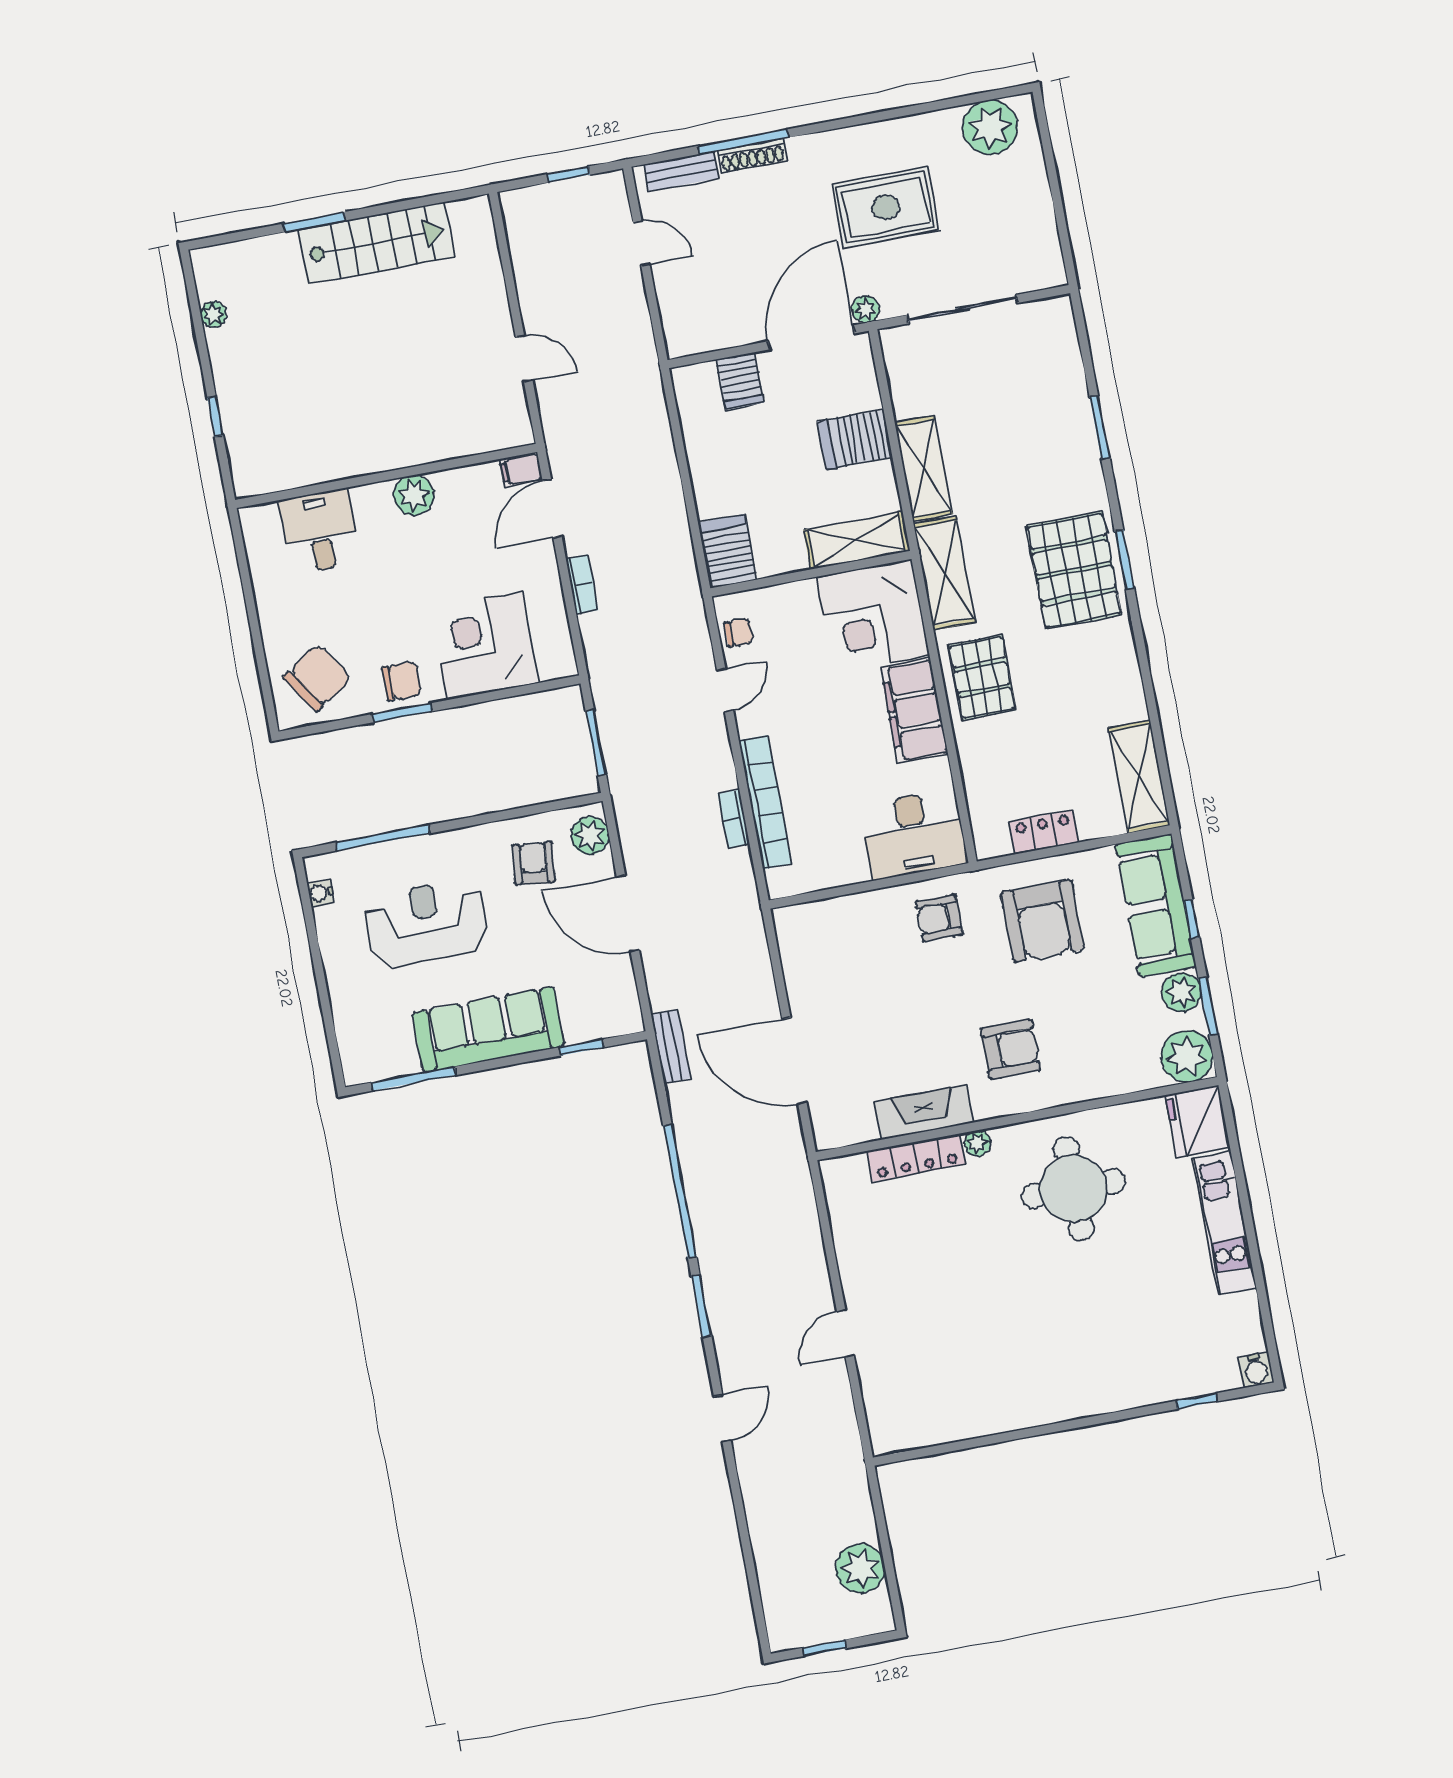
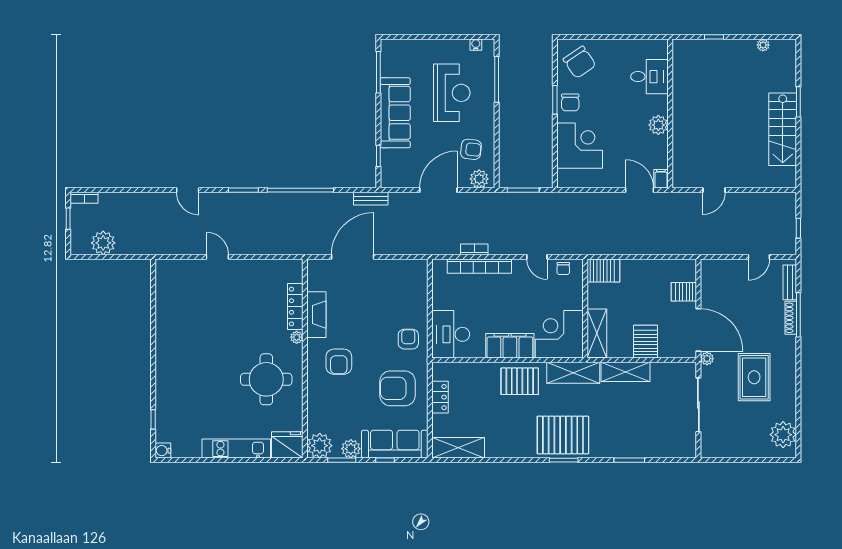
bookcase: (582, 584) -> (84, 198), moved

